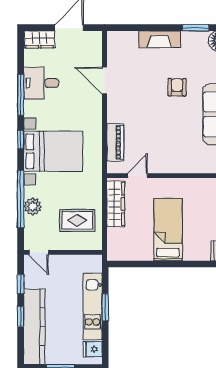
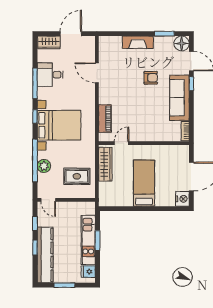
armchair: (177, 87) -> (151, 78), turned 90

